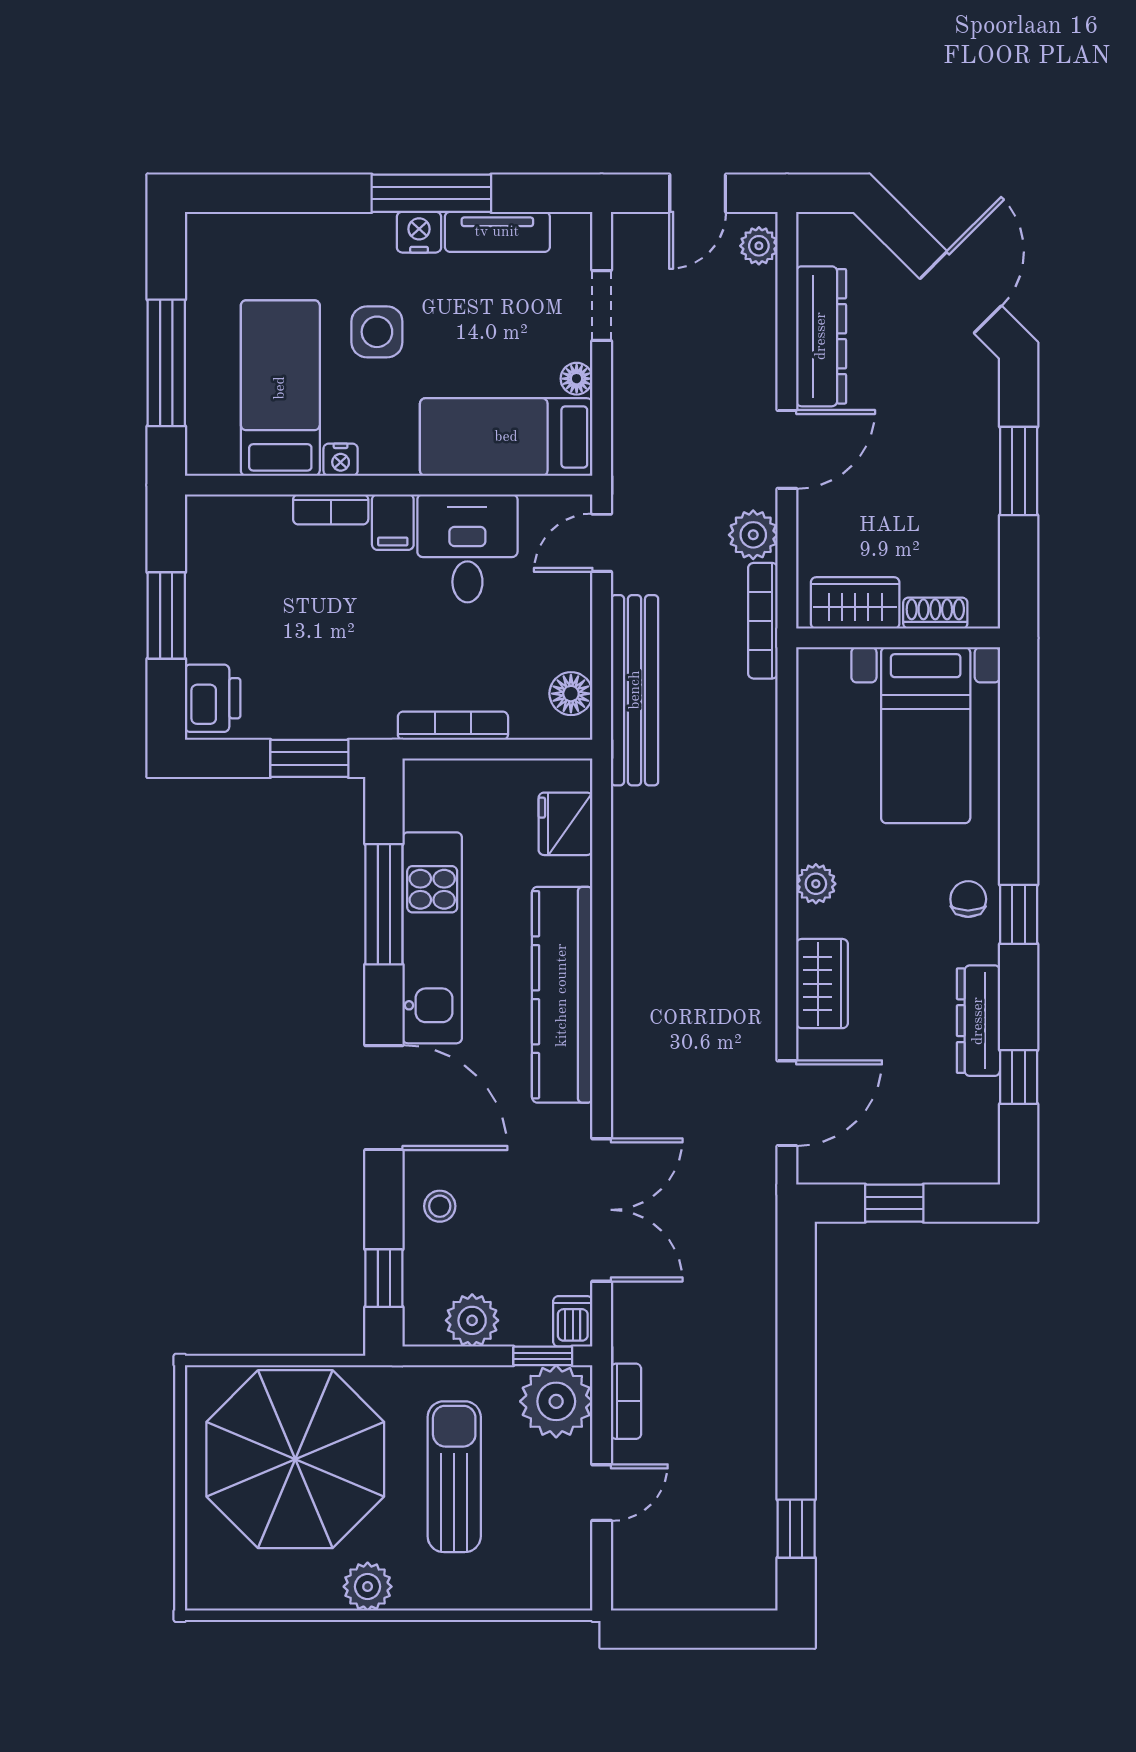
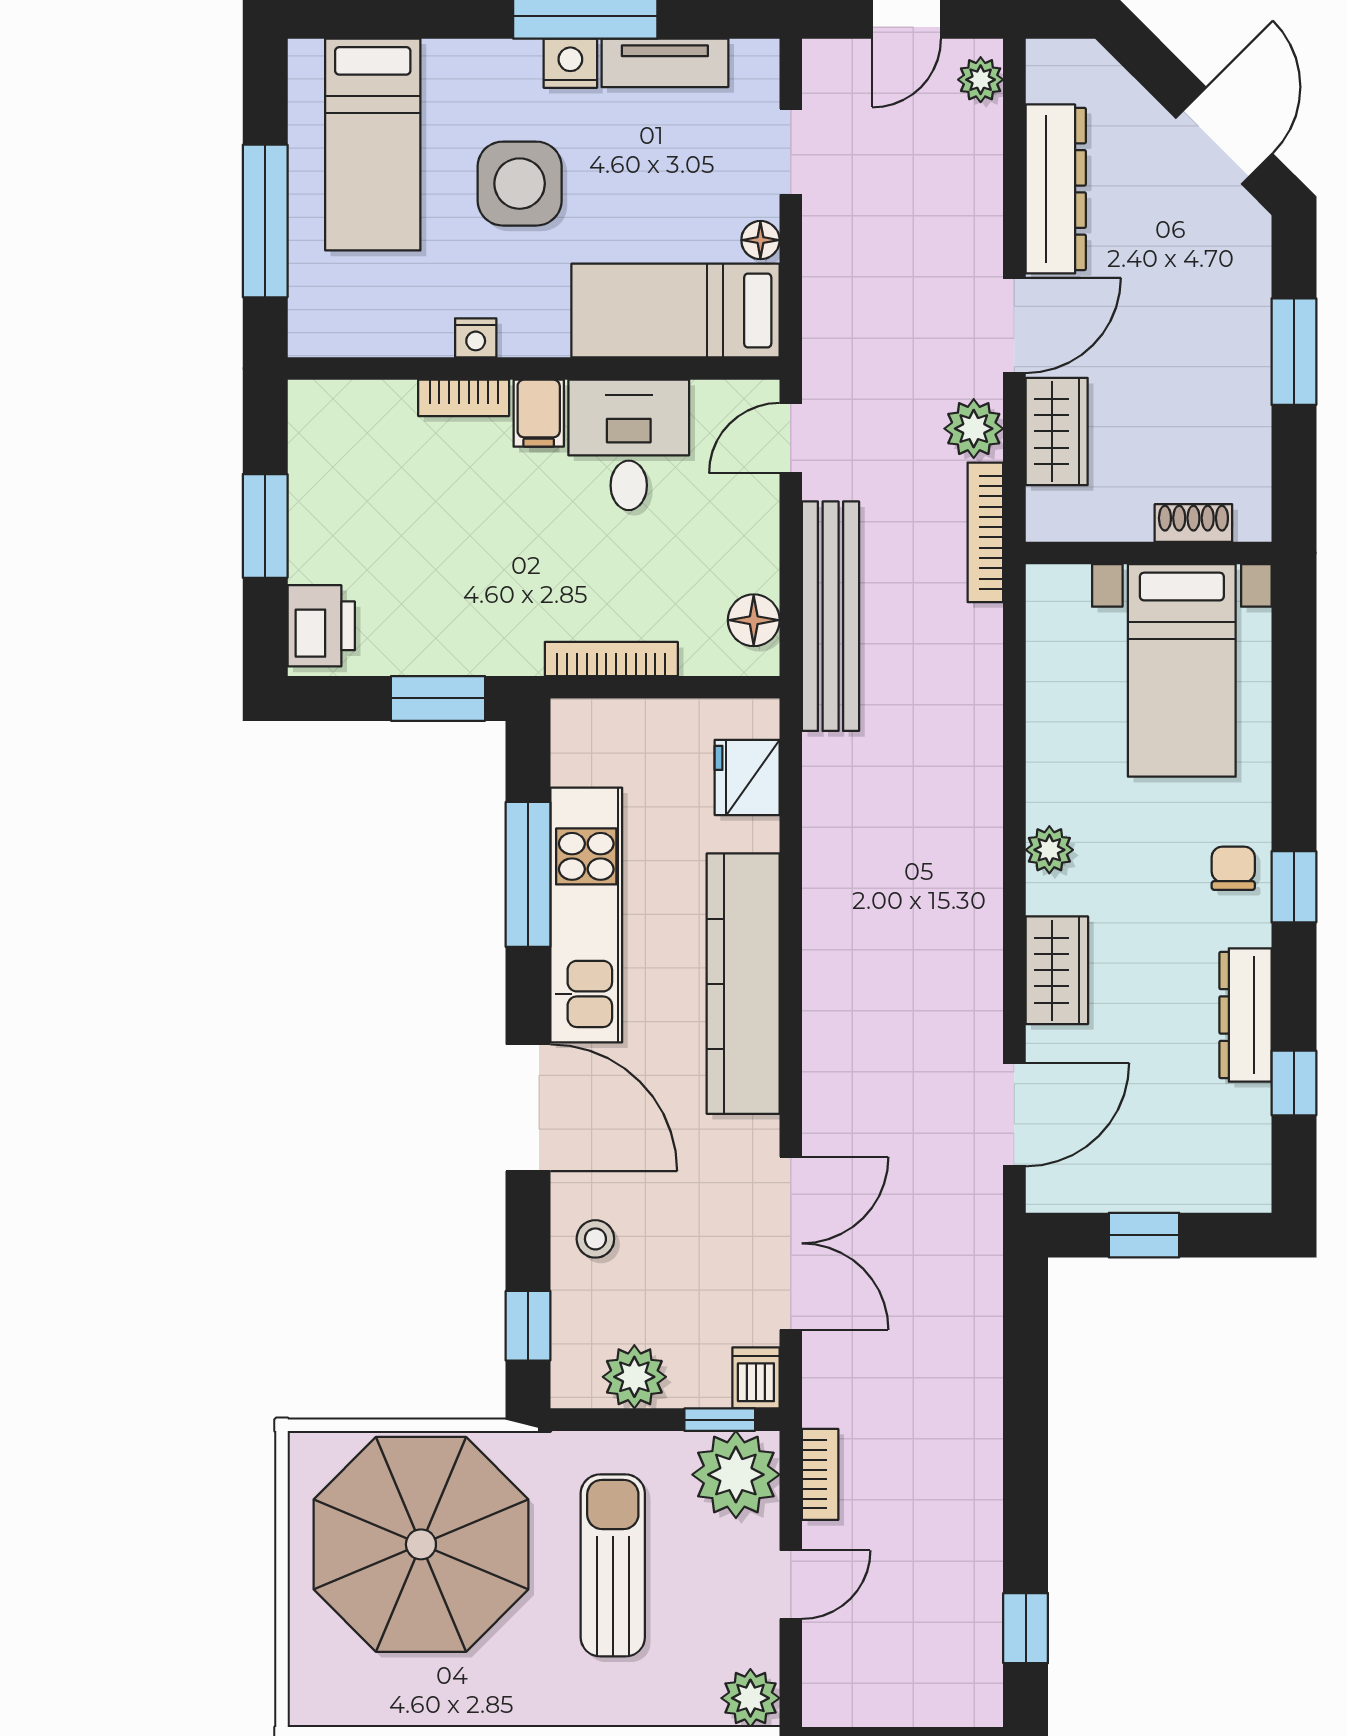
side table: (377, 332) -> (520, 184), width x1.37, depth x1.37
bed: (280, 388) -> (373, 145), moved, turned 180
wardrobe: (855, 603) -> (1057, 431), moved, turned 90
plant: (368, 1587) -> (750, 1698), moved

